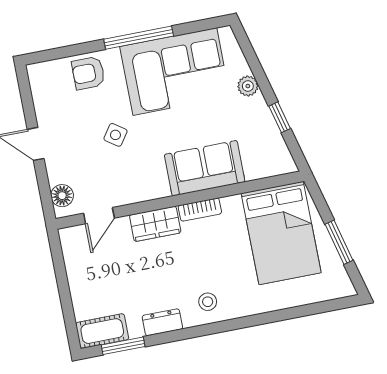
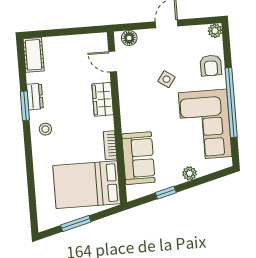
window: (139, 38) -> (231, 103), width x1.46
plant: (37, 73) -> (215, 31), added
armchair: (88, 73) -> (211, 65), turned 180
sofa: (205, 168) -> (138, 158), moved
bookcase: (200, 210) -> (110, 145), moved
window: (123, 346) -> (25, 106), moved

